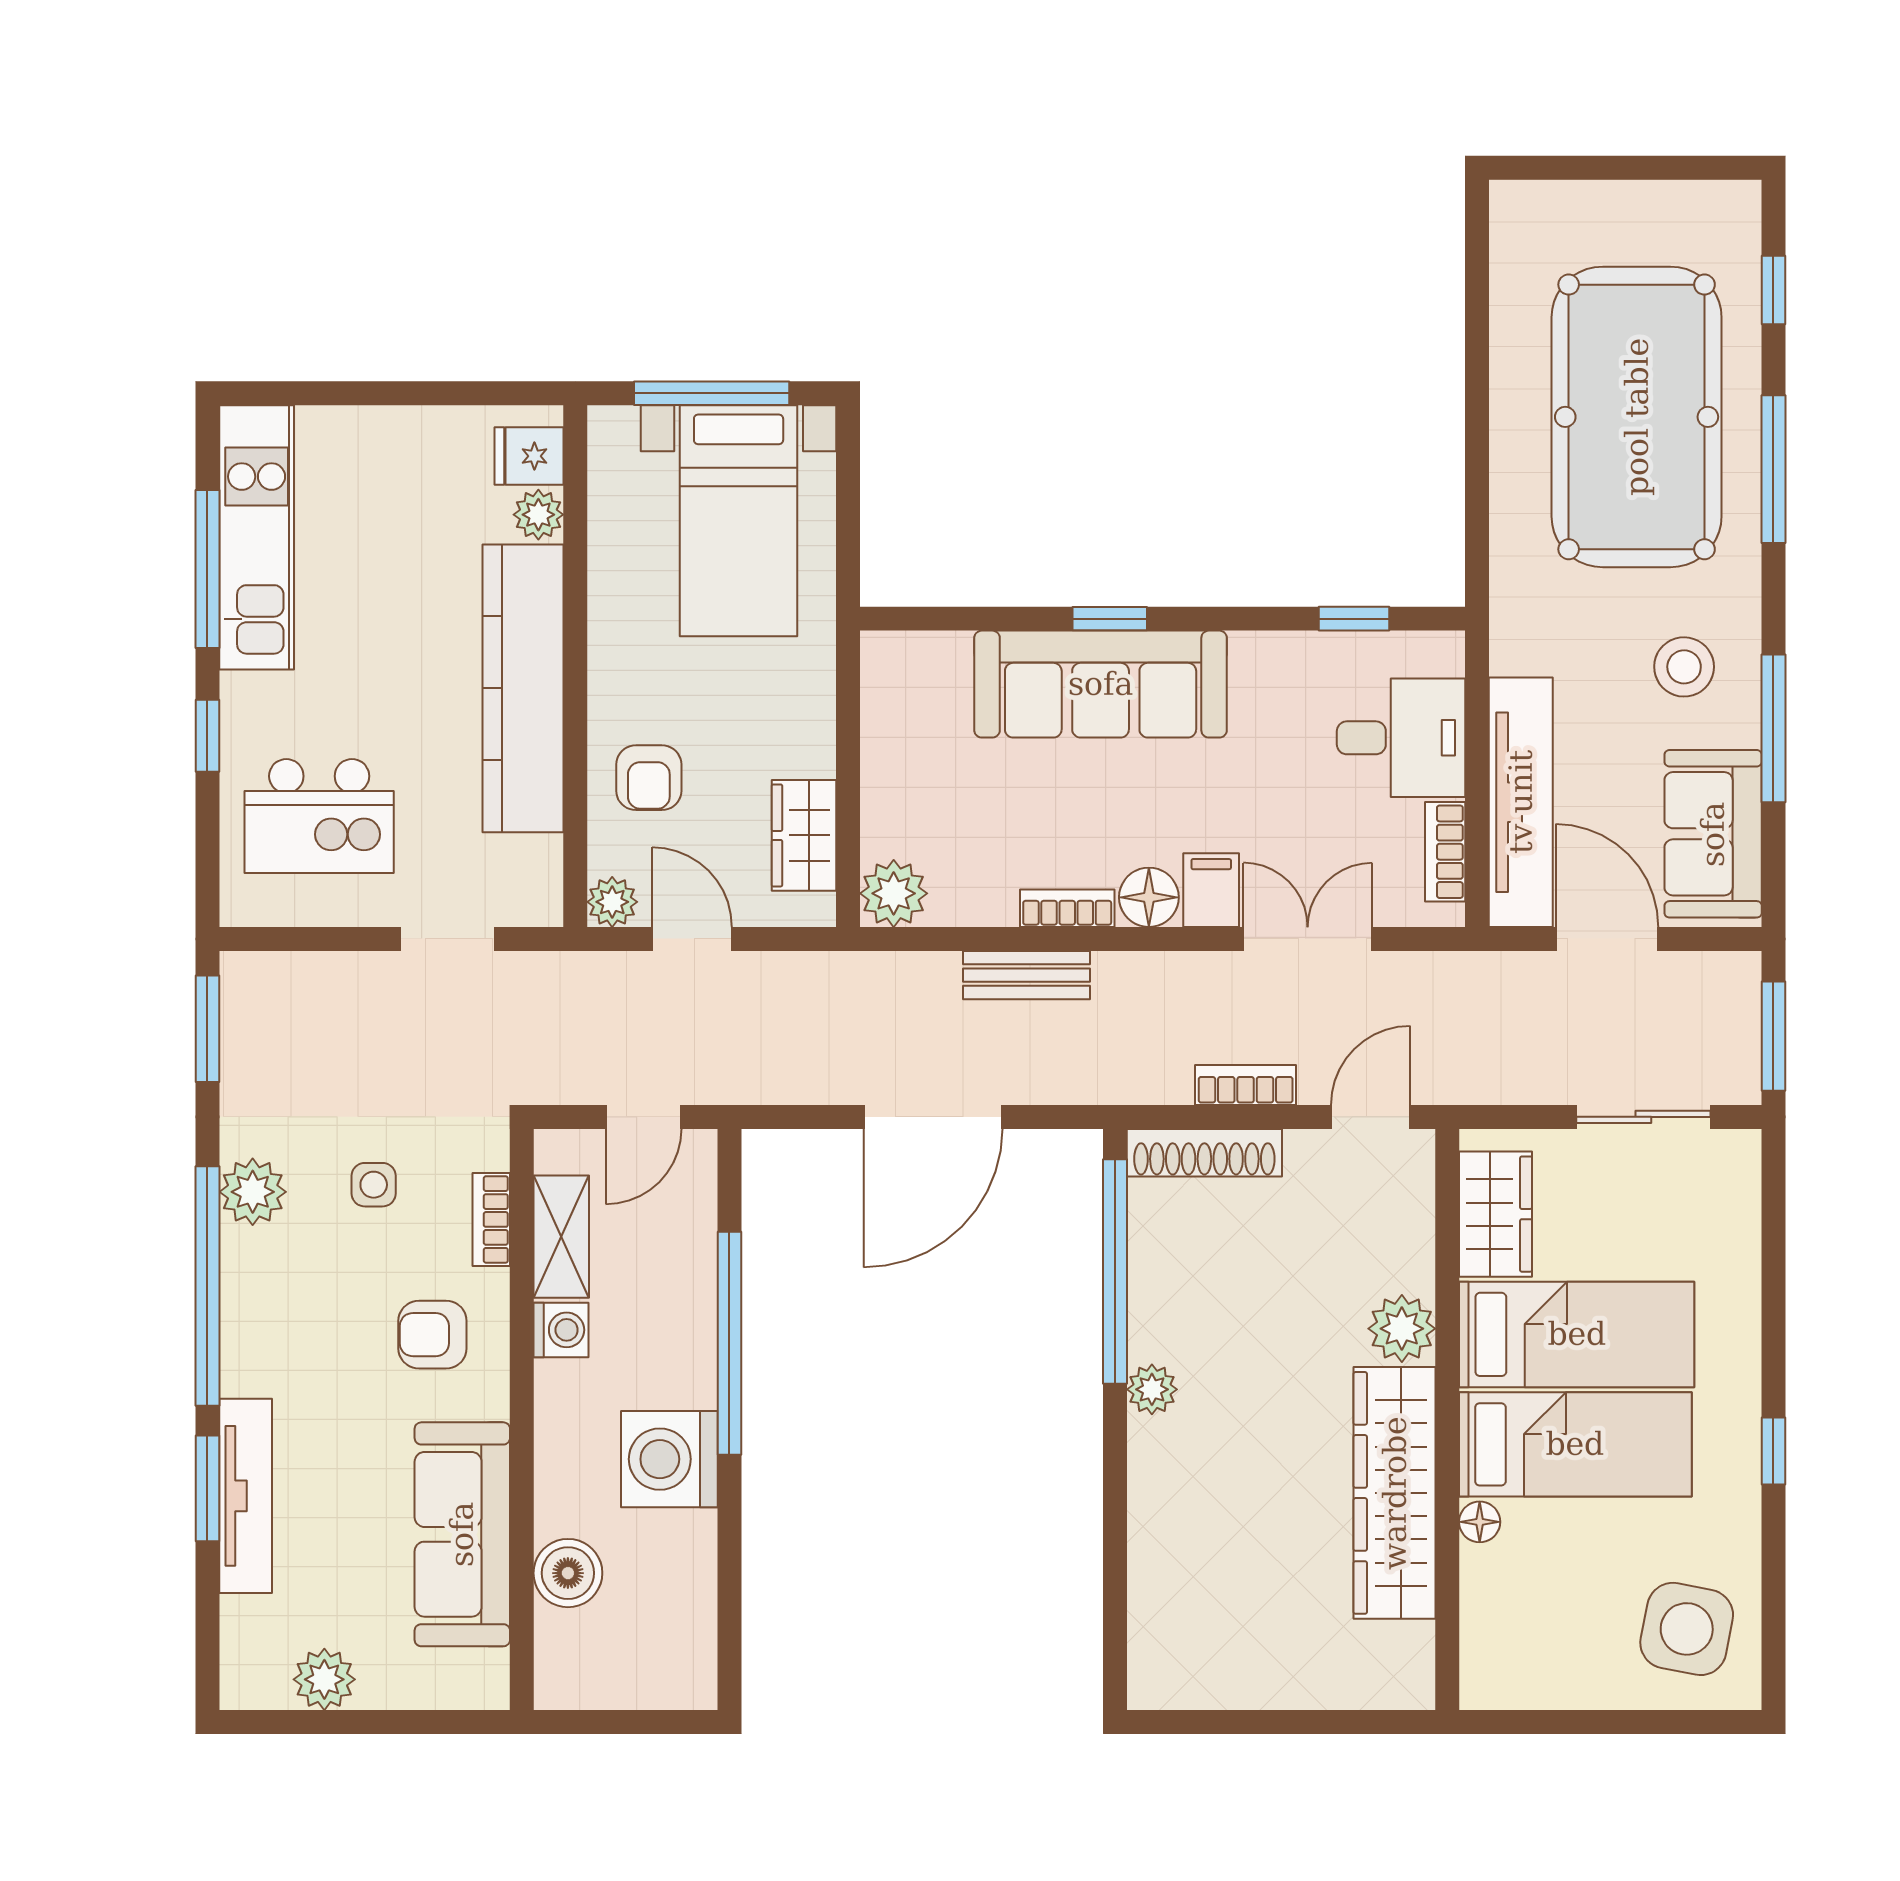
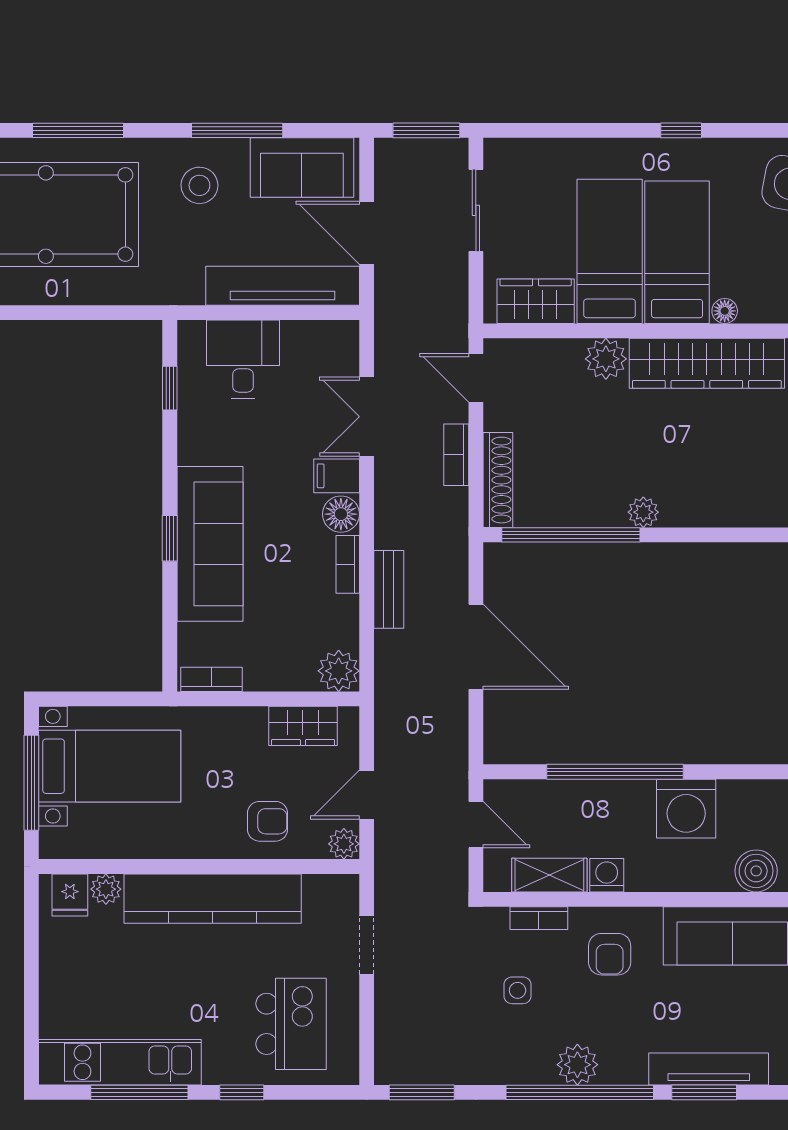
bookcase: (1445, 852) -> (211, 679), moved, turned 180
door: (1607, 939) -> (367, 233), hinge flipped
plant: (253, 1192) -> (577, 1065), moved

